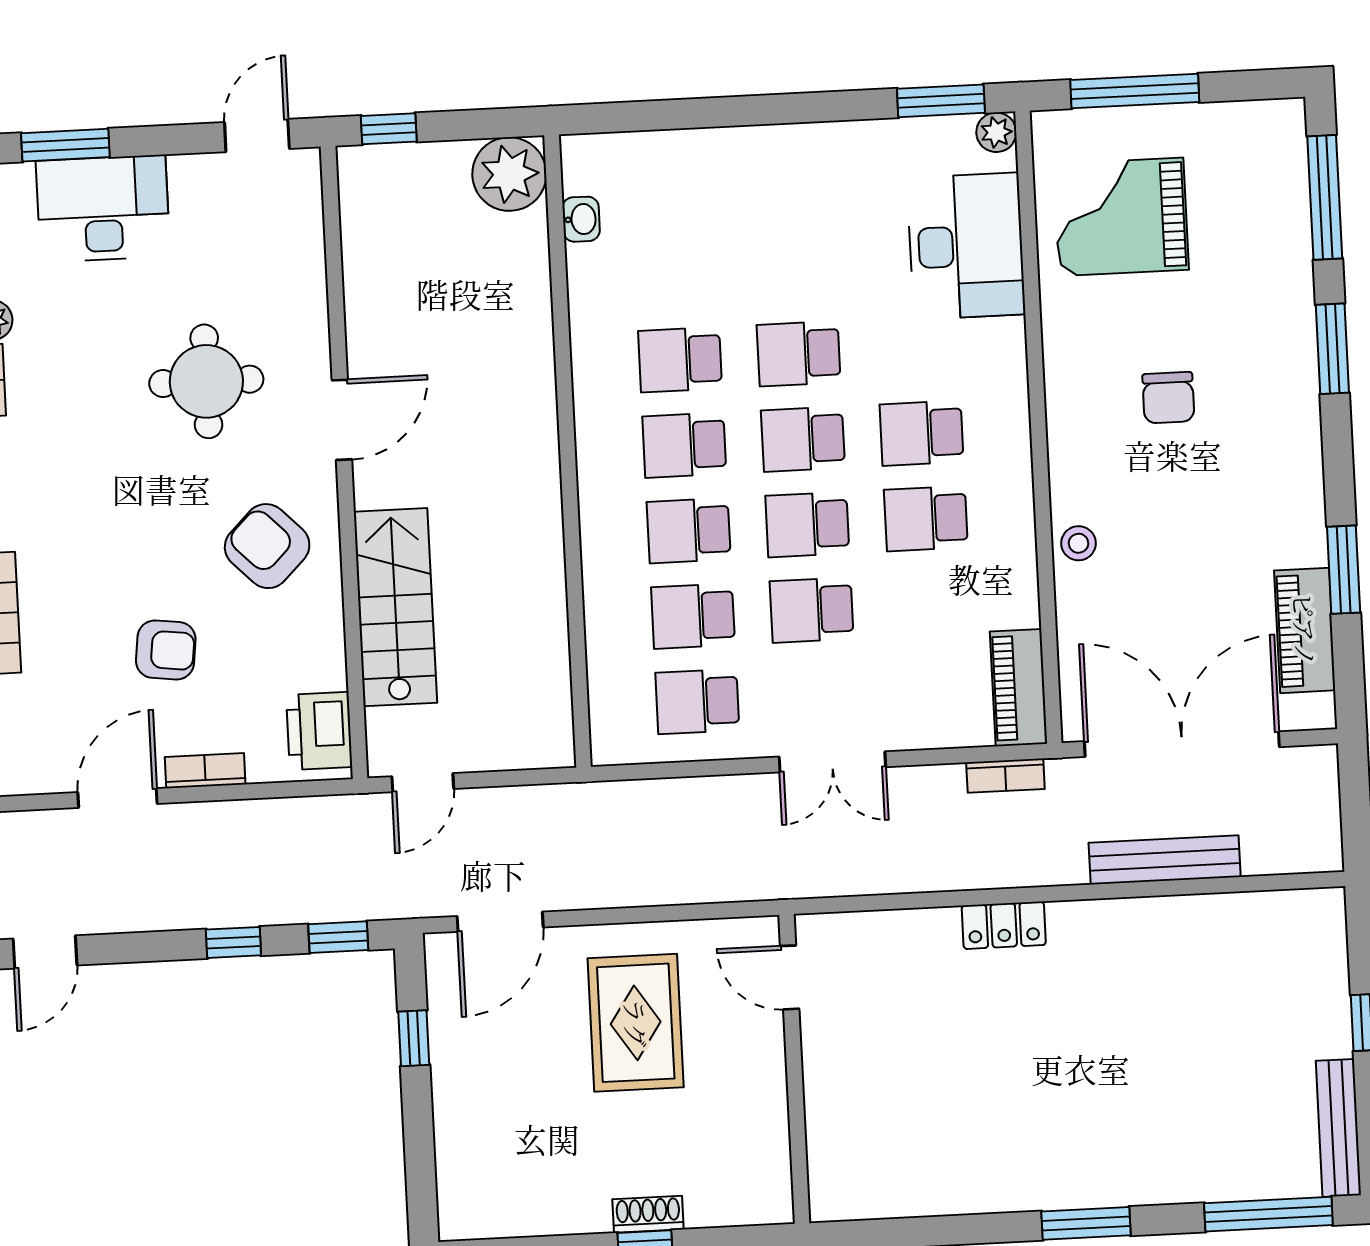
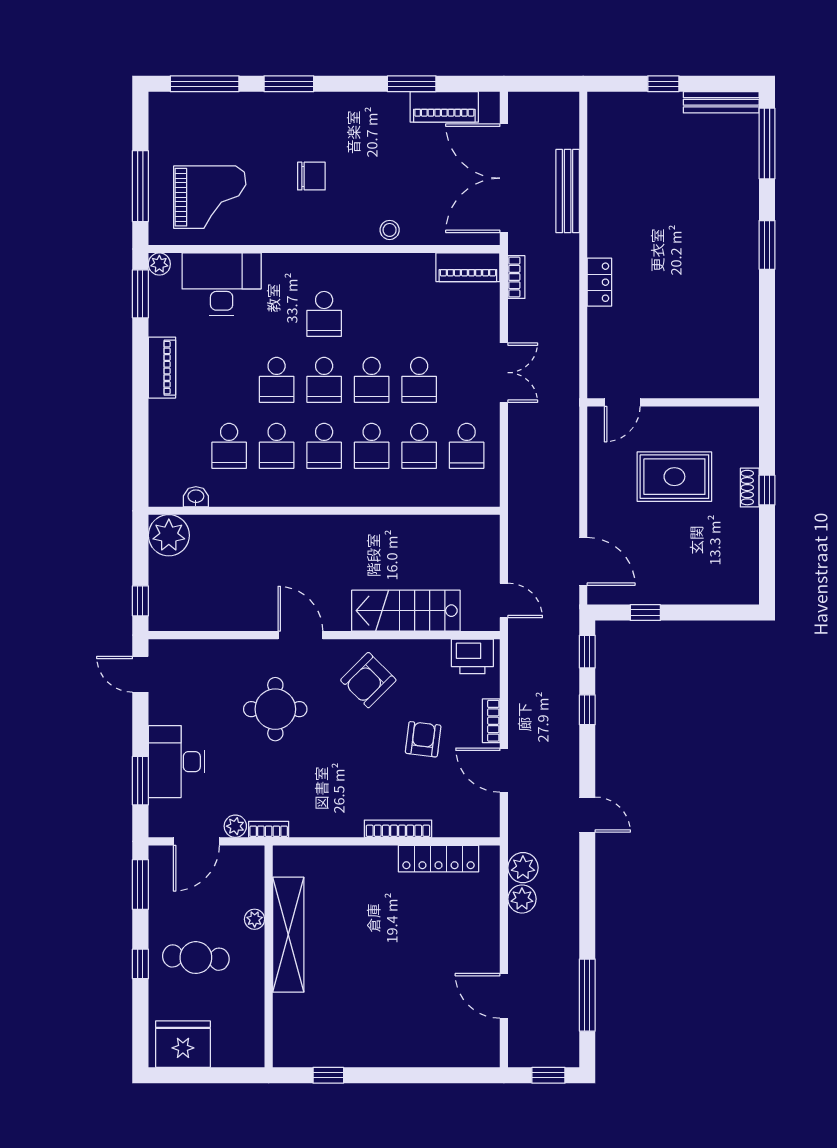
piano: (810, 146) -> (162, 368), added
grand piano: (1121, 217) -> (210, 197), turned -90
school desk: (926, 519) -> (229, 446), moved
rug: (636, 1023) -> (674, 477), moved

